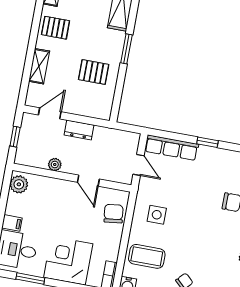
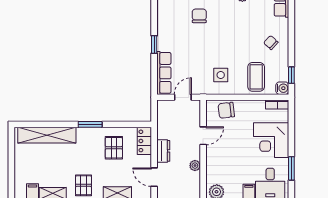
locker: (95, 110) -> (144, 141), added

